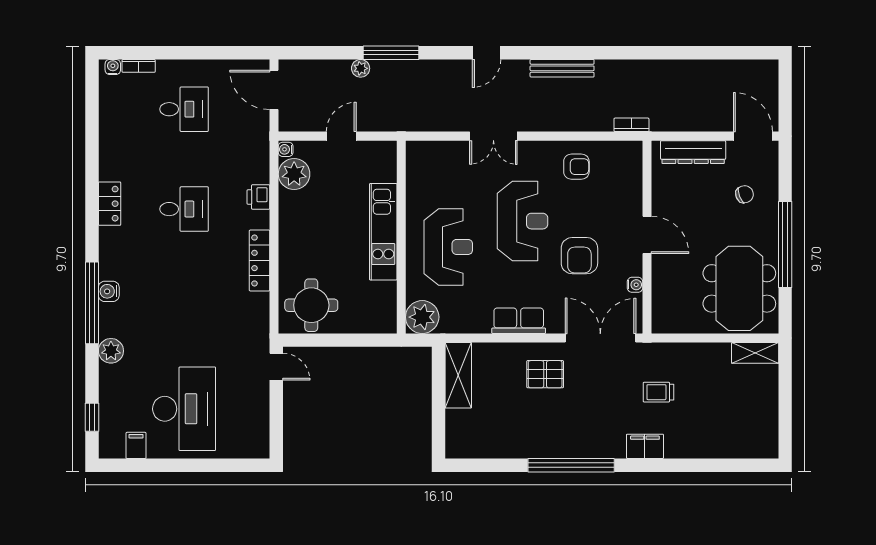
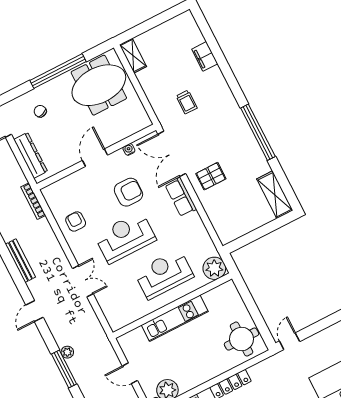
door: (487, 53) -> (34, 311), swing flipped
plant: (361, 68) -> (67, 352), moved
bookcase: (631, 125) -> (33, 201), width x1.56
row of seats: (519, 321) -> (181, 197), moved
pallet: (545, 374) -> (211, 176), turned 90
shelving: (458, 375) -> (275, 195), moved, turned 90
filing cabinet: (645, 446) -> (205, 56), moved

